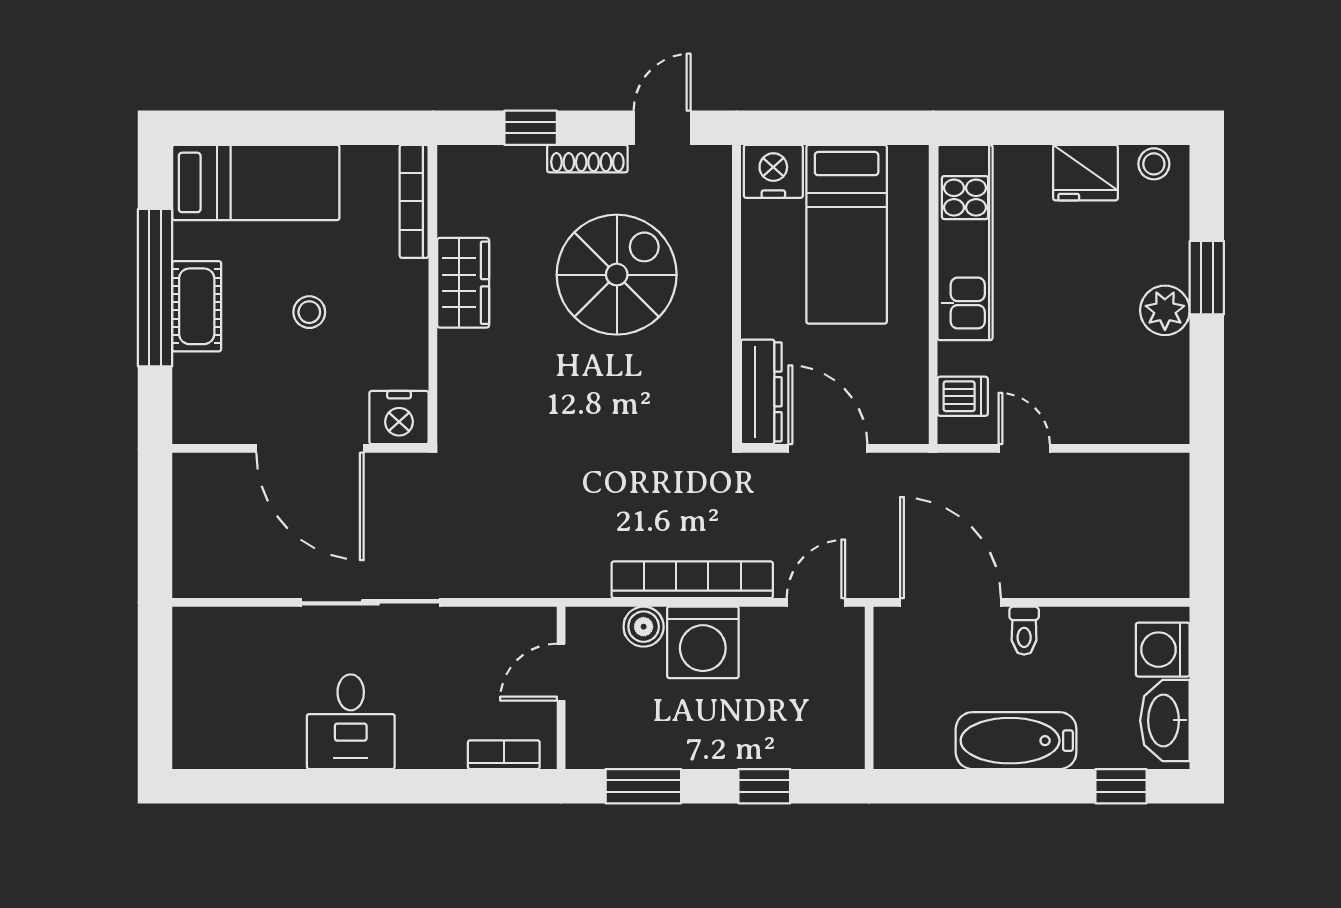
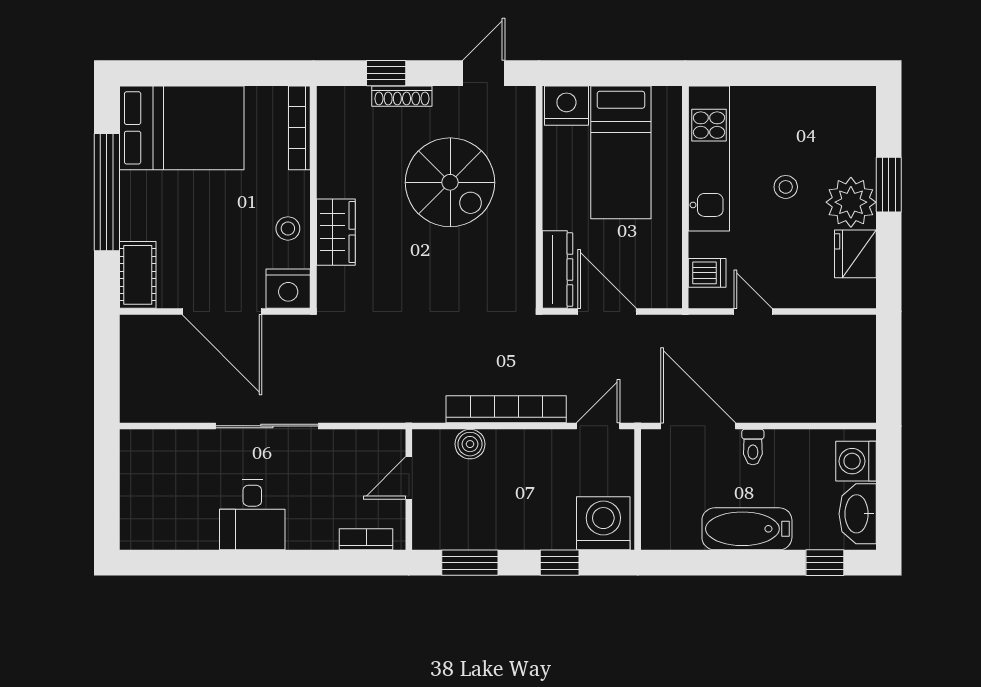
shoe rack: (587, 159) -> (402, 96), moved
stool: (1154, 164) -> (786, 187), moved
fridge: (1085, 173) -> (855, 254), moved, turned 90
bed: (256, 182) -> (182, 128), width x1.50
spiral stairs: (617, 275) -> (450, 182), turned 90
wardrobe: (463, 283) -> (336, 232), moved
cot: (197, 306) -> (138, 275), moved
plant: (1165, 310) -> (851, 202), width x1.36, depth x1.36
stool: (309, 312) -> (288, 228), moved
washing machine: (703, 642) -> (603, 523), moved, turned 180

